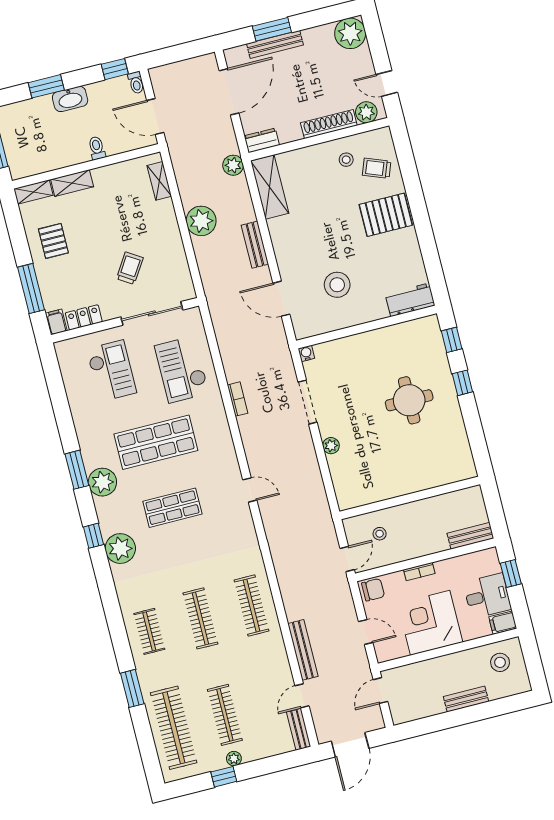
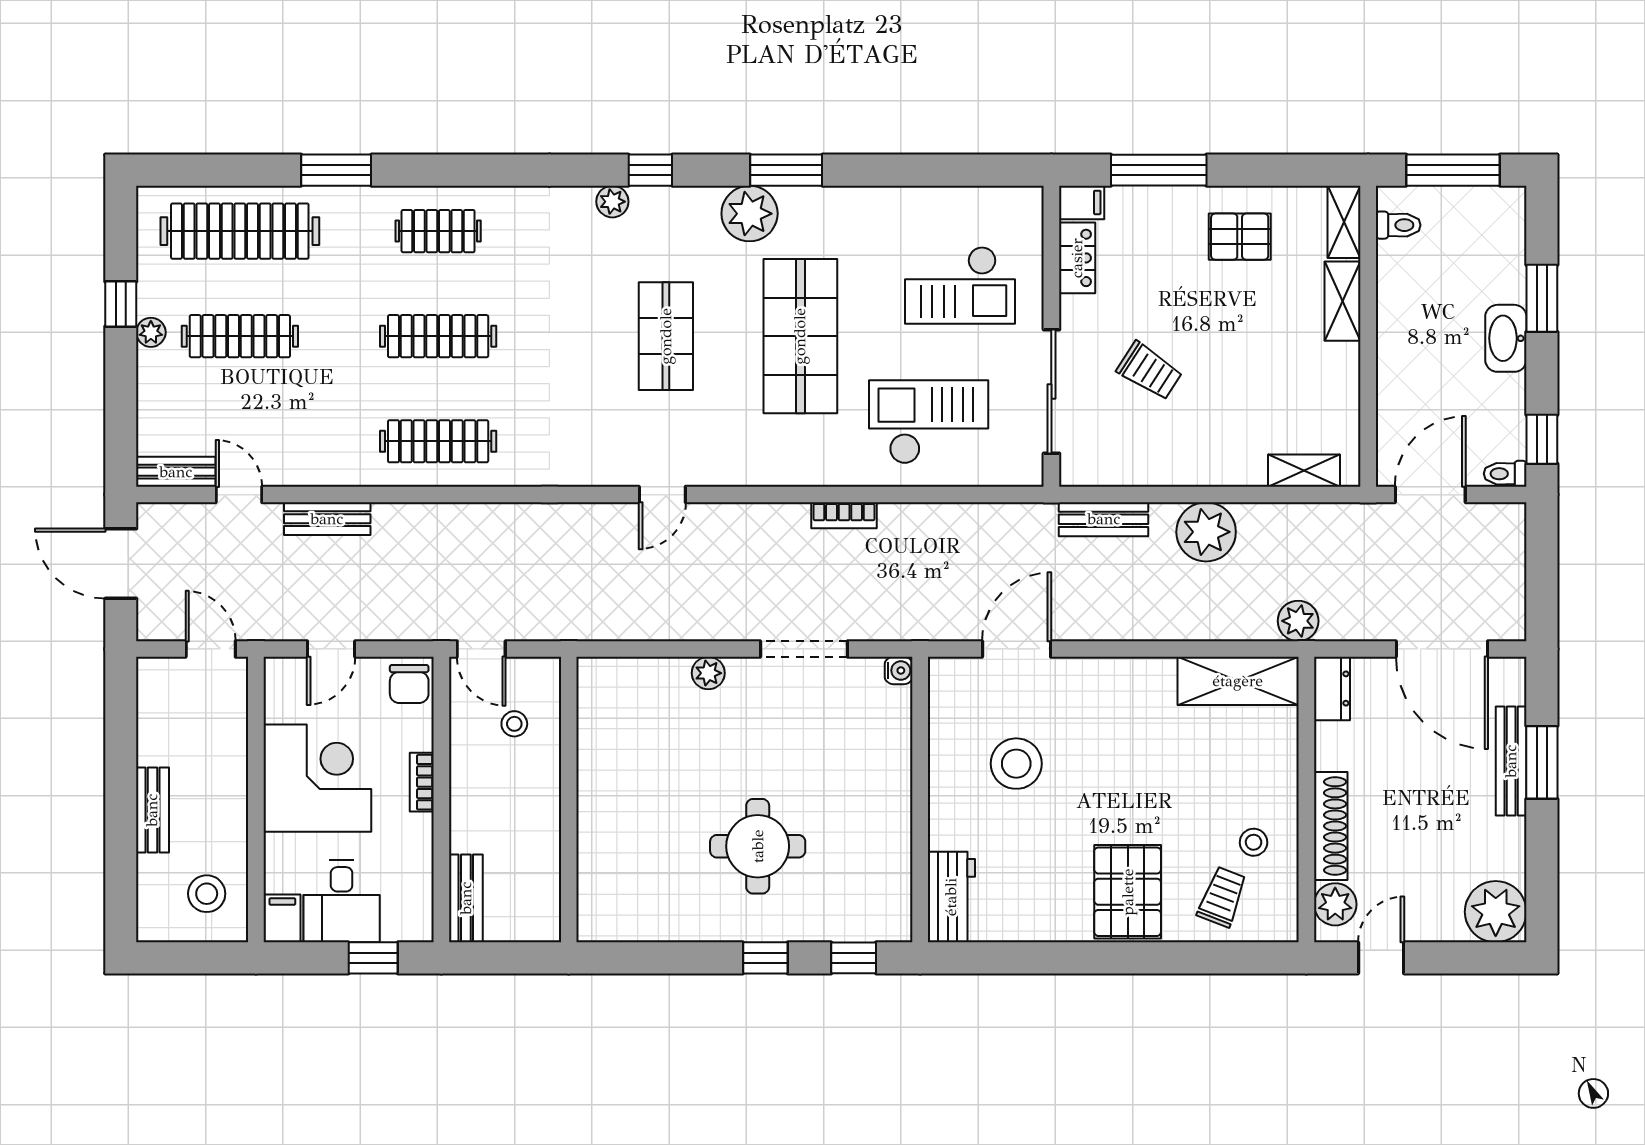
toilet: (97, 148) -> (1398, 225), moved
bench: (255, 245) -> (1104, 519), moved
plant: (120, 549) -> (612, 202), width x0.53, depth x0.53
bench: (303, 650) -> (327, 519), width x0.73

